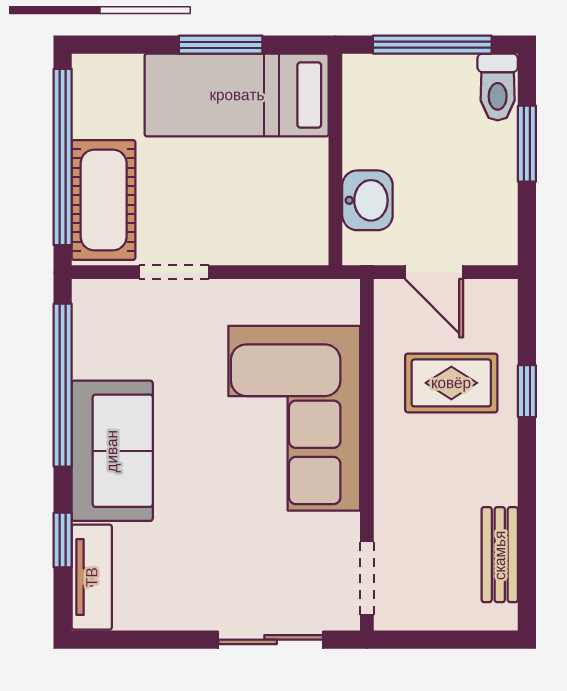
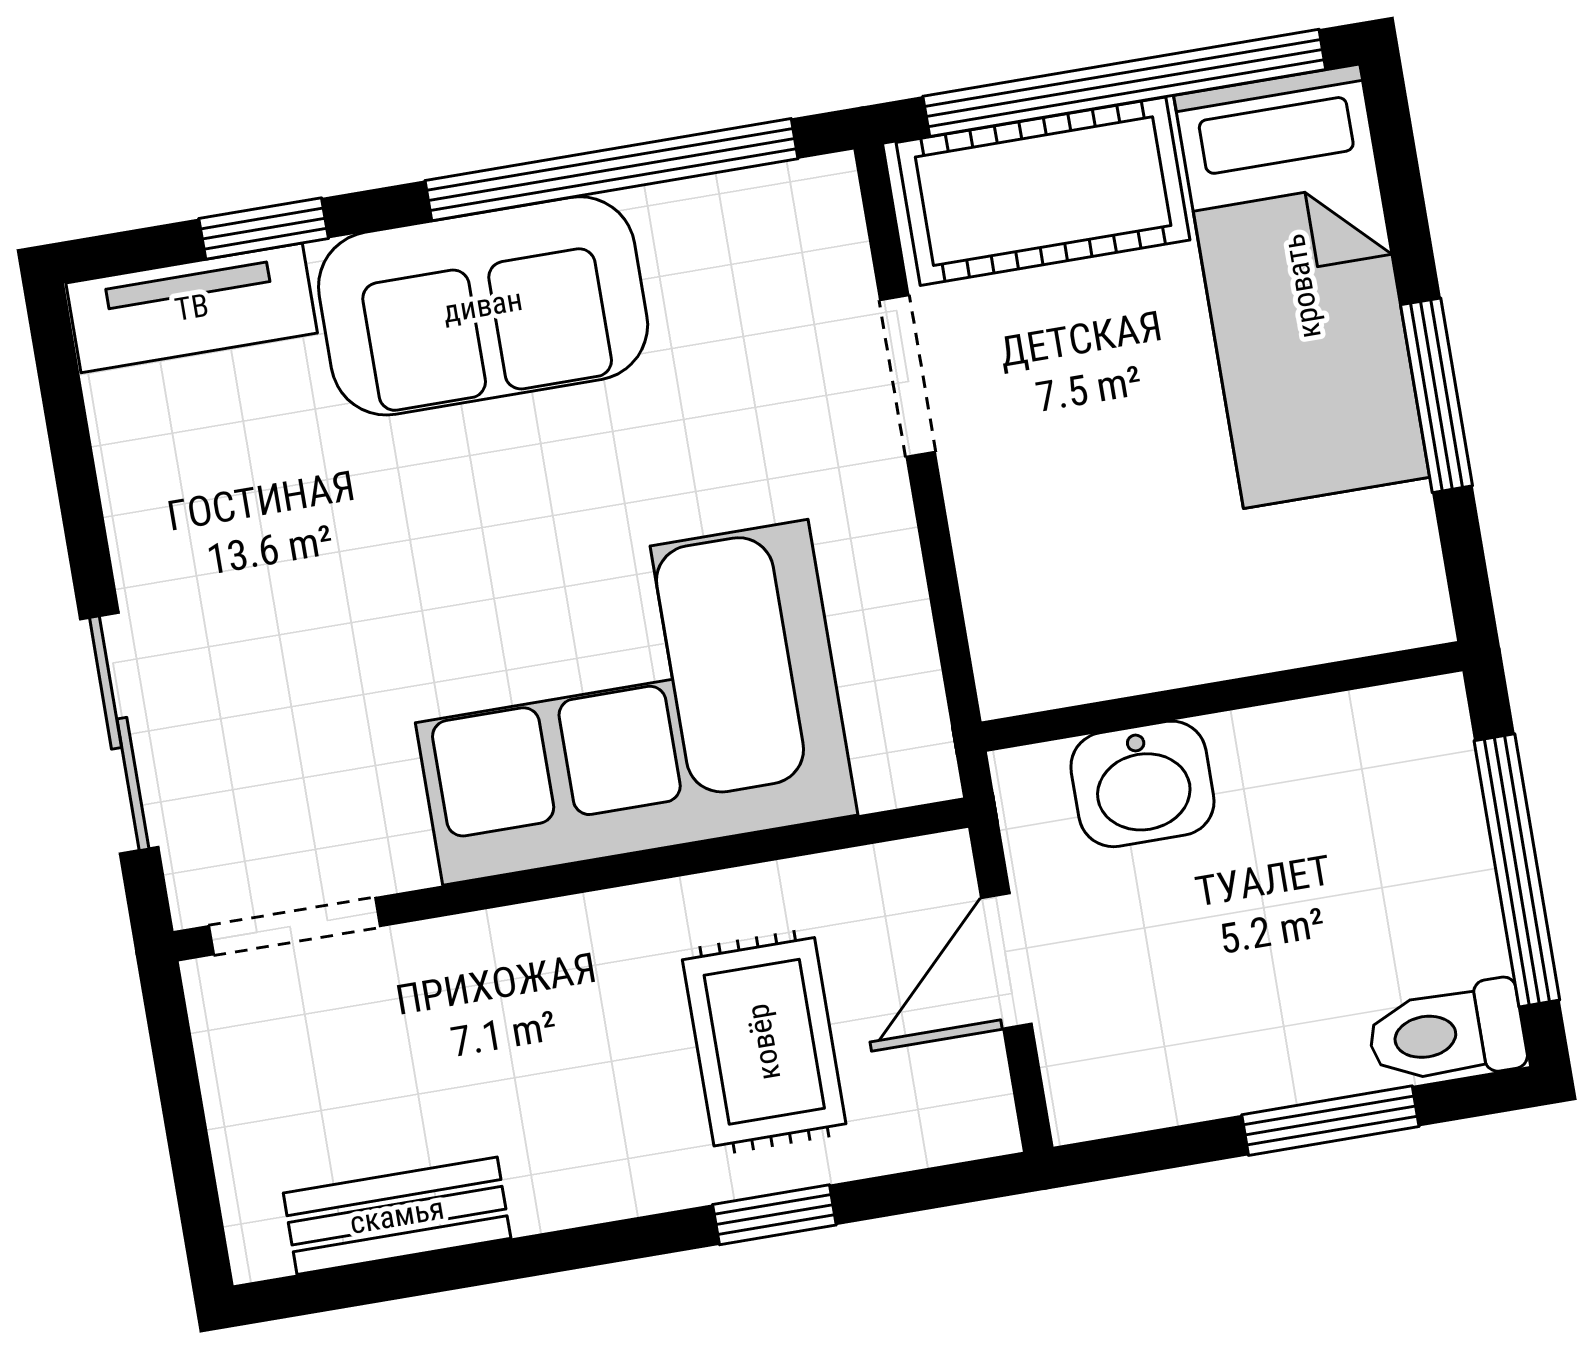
bed: (237, 95) -> (1302, 286), moved, turned 180

